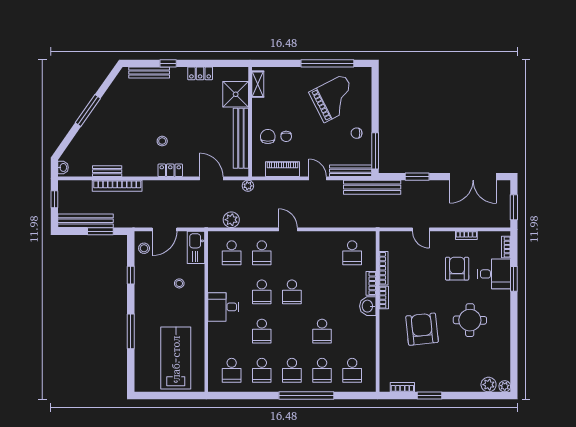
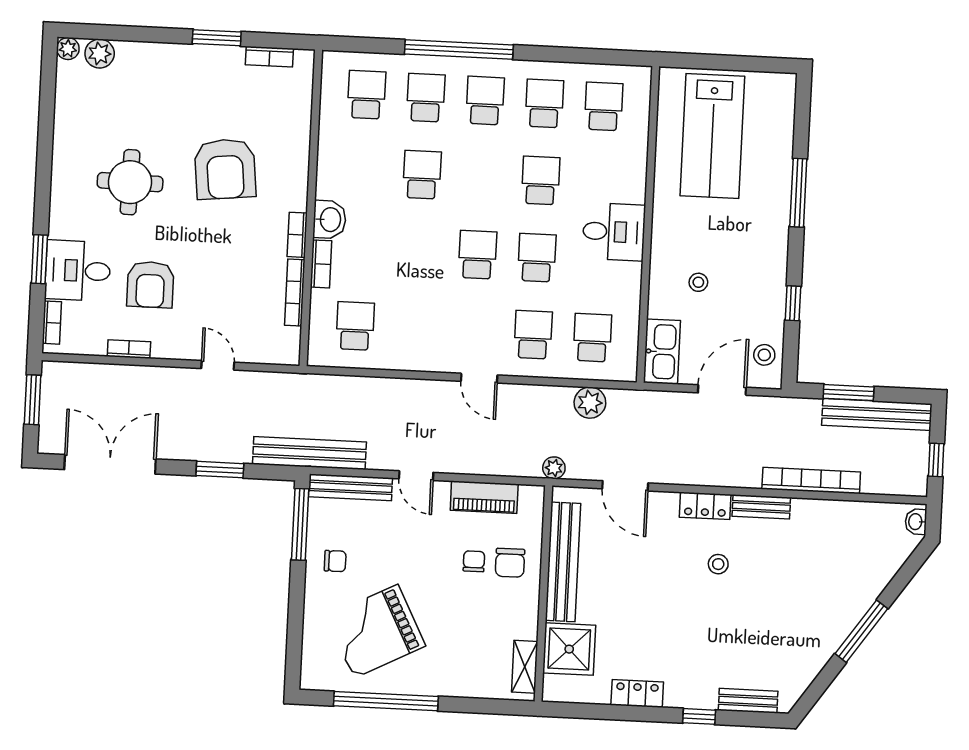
bench: (149, 72) -> (748, 701), width x0.73
bench: (107, 171) -> (761, 507), moved

